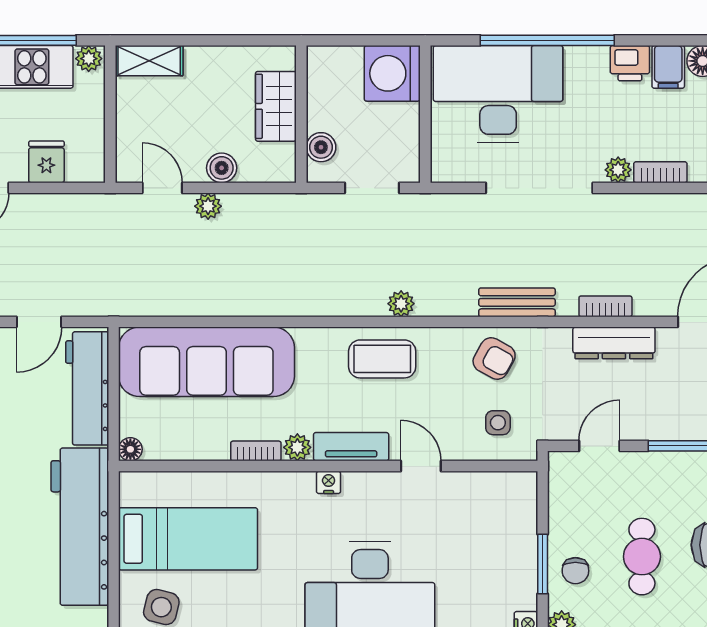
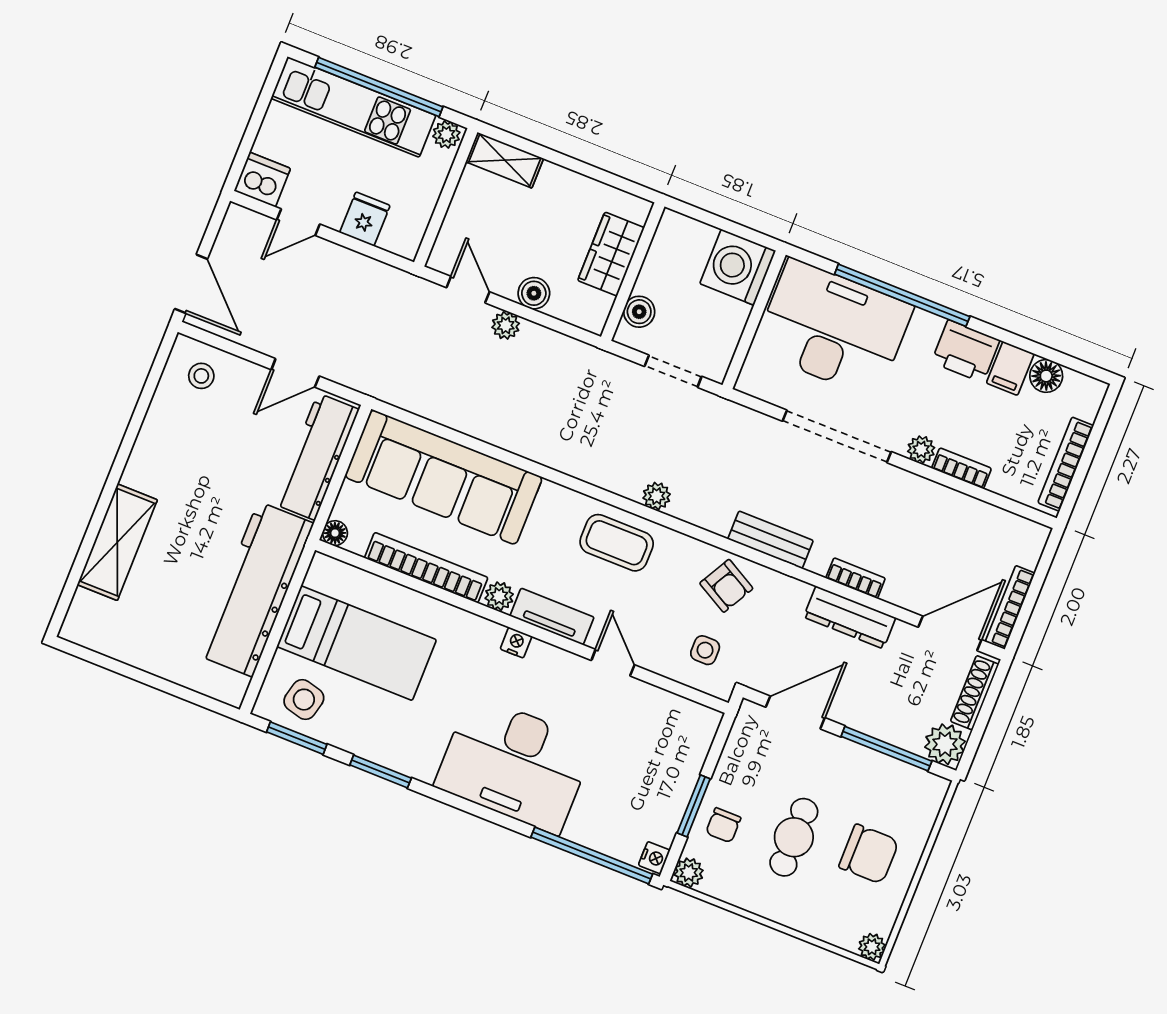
printer: (630, 63) -> (966, 351), width x1.36, depth x1.24
door: (599, 446) -> (795, 712), width x1.38
bookcase: (256, 451) -> (426, 568), width x2.31, depth x1.31

